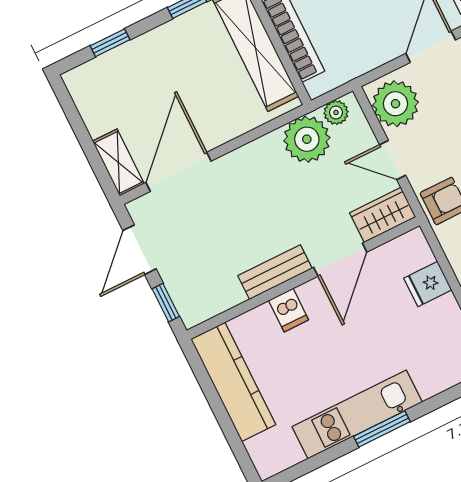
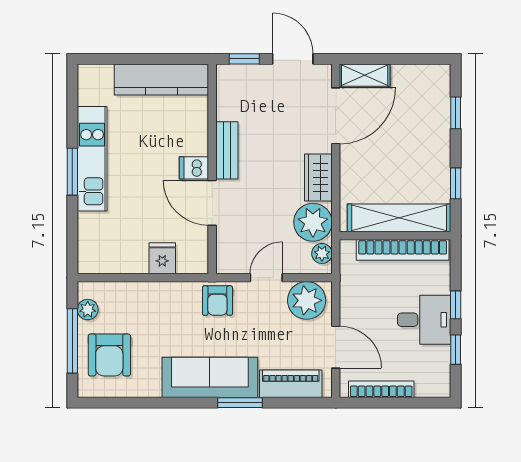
door: (179, 172) -> (336, 116), hinge flipped
wardrobe: (383, 215) -> (318, 178), moved, turned 180
dishwasher: (289, 310) -> (194, 168), moved

